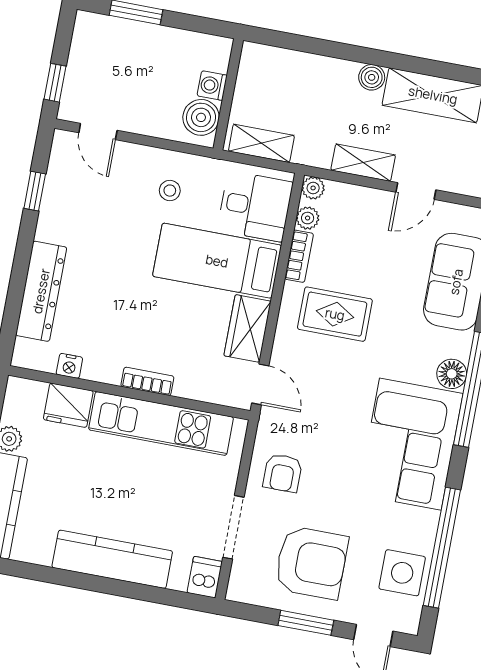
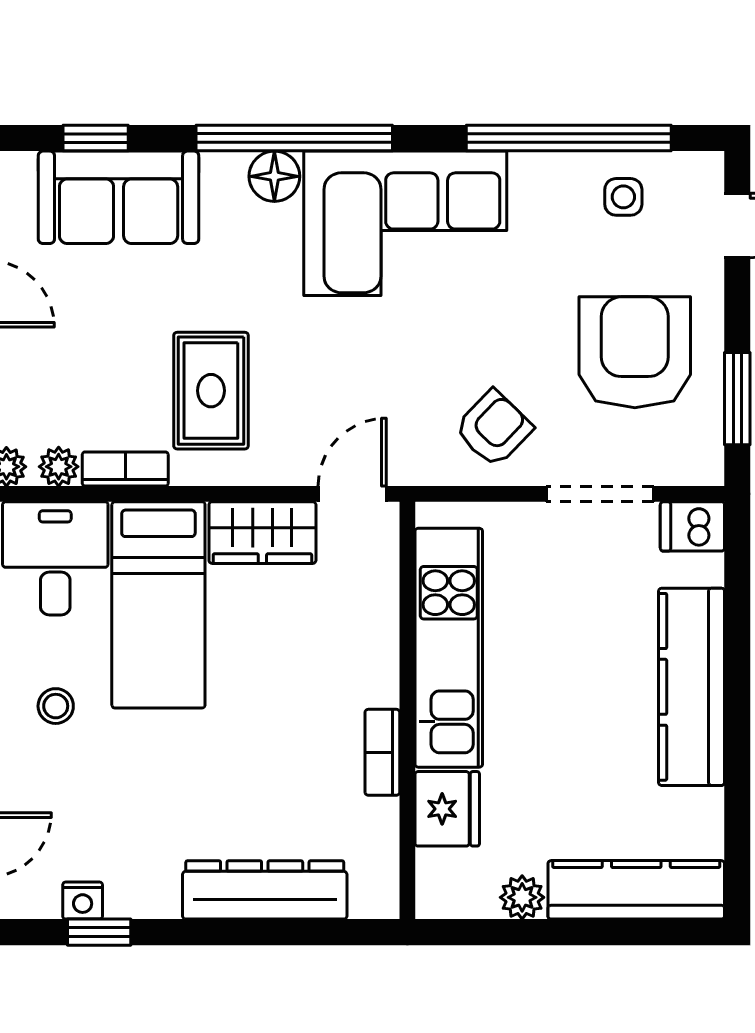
nightstand: (69, 366) -> (83, 901), moved, turned 90
bookcase: (147, 381) -> (382, 752), moved
armchair: (283, 473) -> (494, 428), turned -46
side table: (402, 573) -> (623, 197), width x0.54, depth x0.54
window: (306, 623) -> (737, 399), moved

